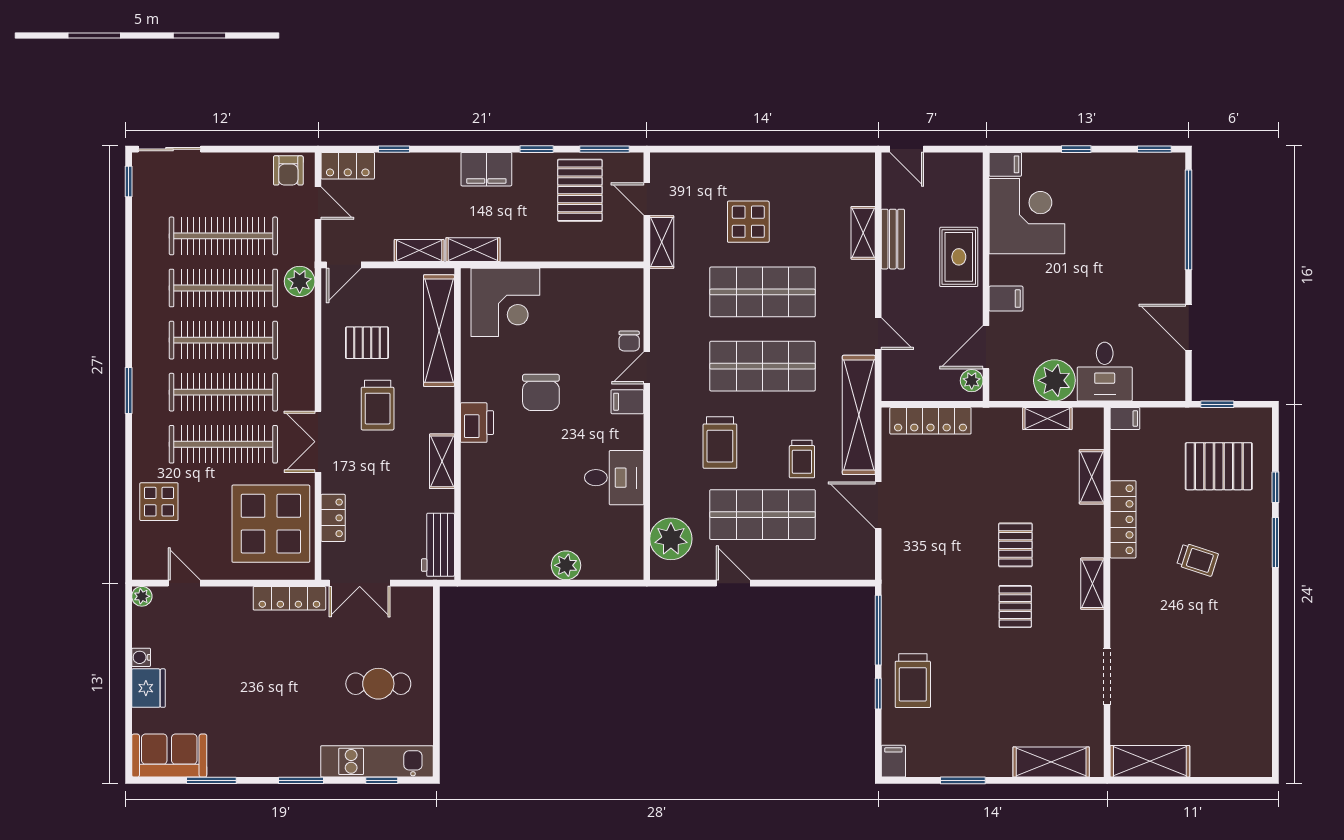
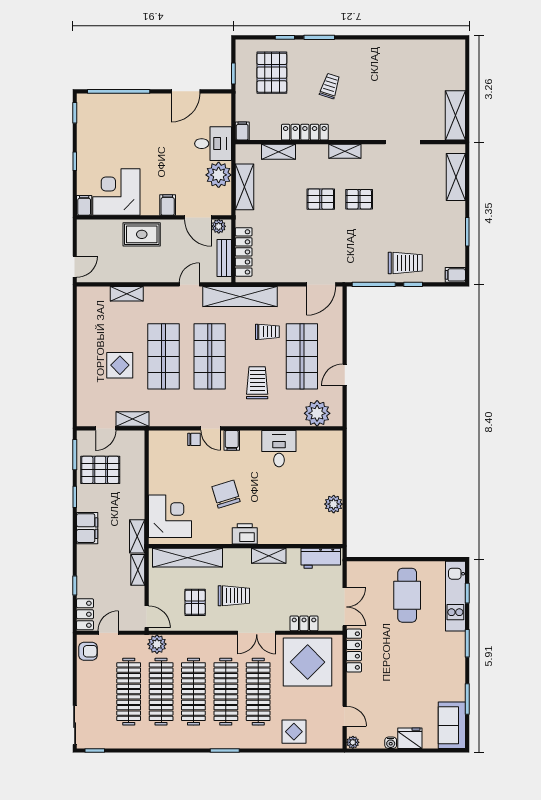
bench: (893, 239) -> (224, 258), moved, turned 90
chair: (541, 392) -> (226, 494), turned -107
shelving: (1047, 418) -> (244, 187), width x1.50, depth x1.33
trolley: (720, 443) -> (257, 383), turned -90
door: (878, 505) -> (321, 284), moved
plant: (566, 565) -> (334, 504), moved
door: (184, 583) -> (345, 716), swing flipped
cafe table: (378, 684) -> (407, 595), width x1.37, depth x1.35

